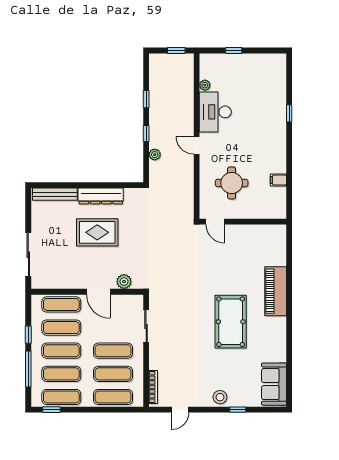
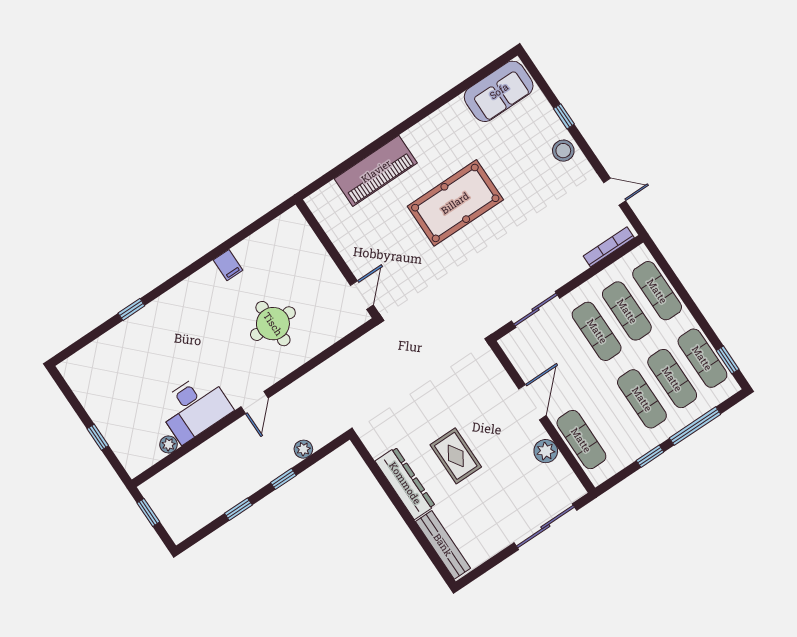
door: (215, 222) -> (362, 295), moved
wall: (243, 222) -> (337, 259), moved
rug: (97, 232) -> (456, 456), width x0.73, depth x0.70
plant: (124, 282) -> (546, 451), moved
exercise mat: (61, 328) -> (612, 419), removed

